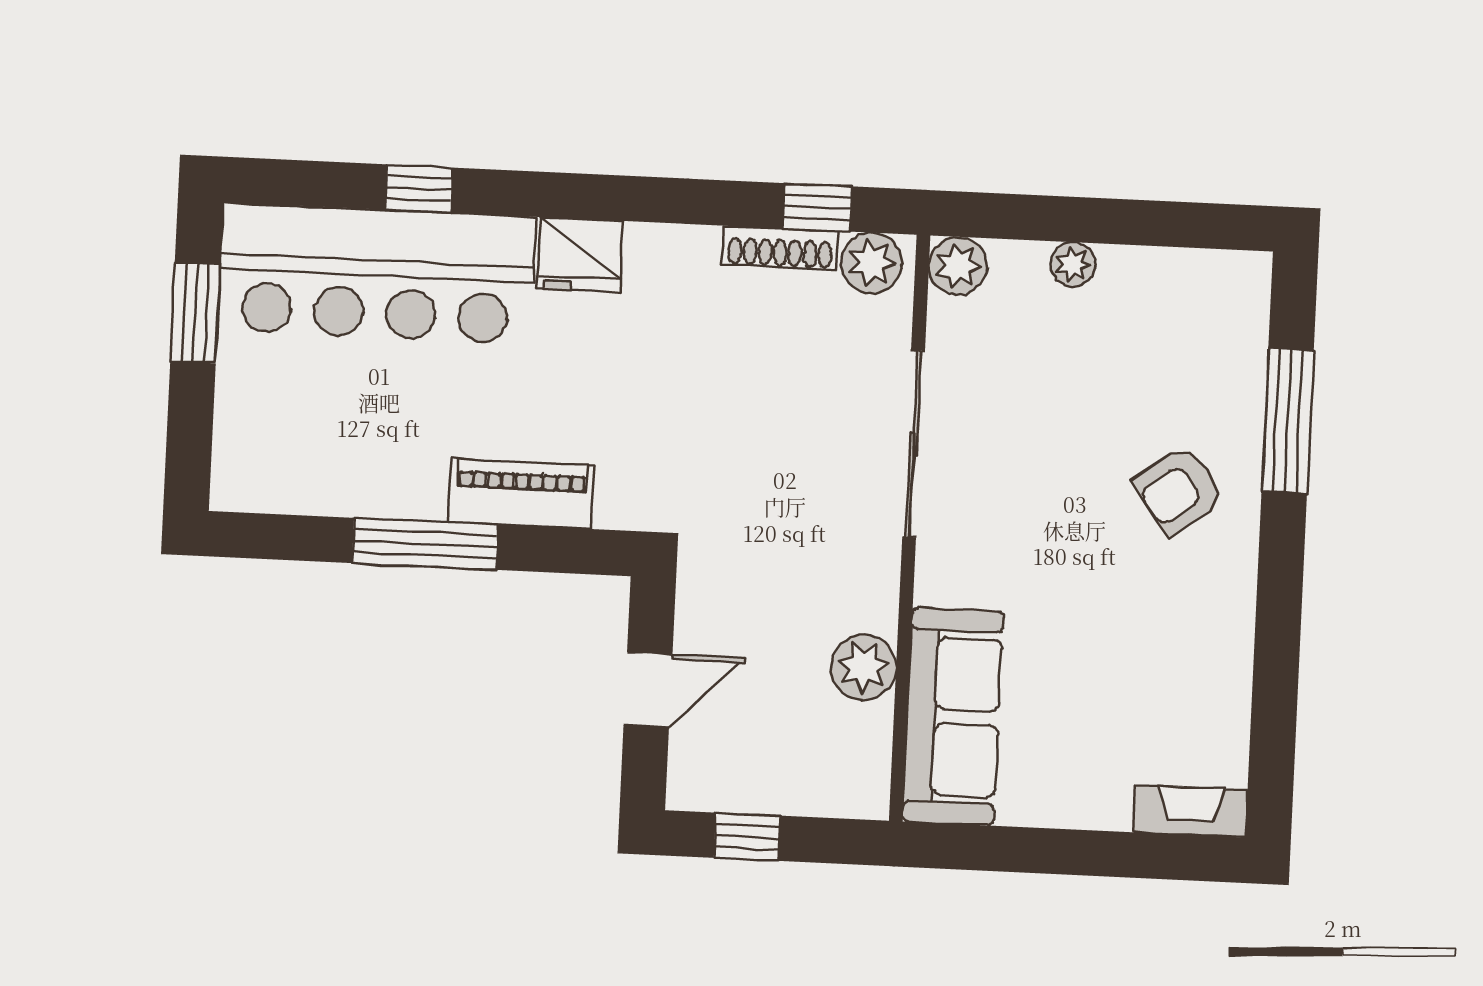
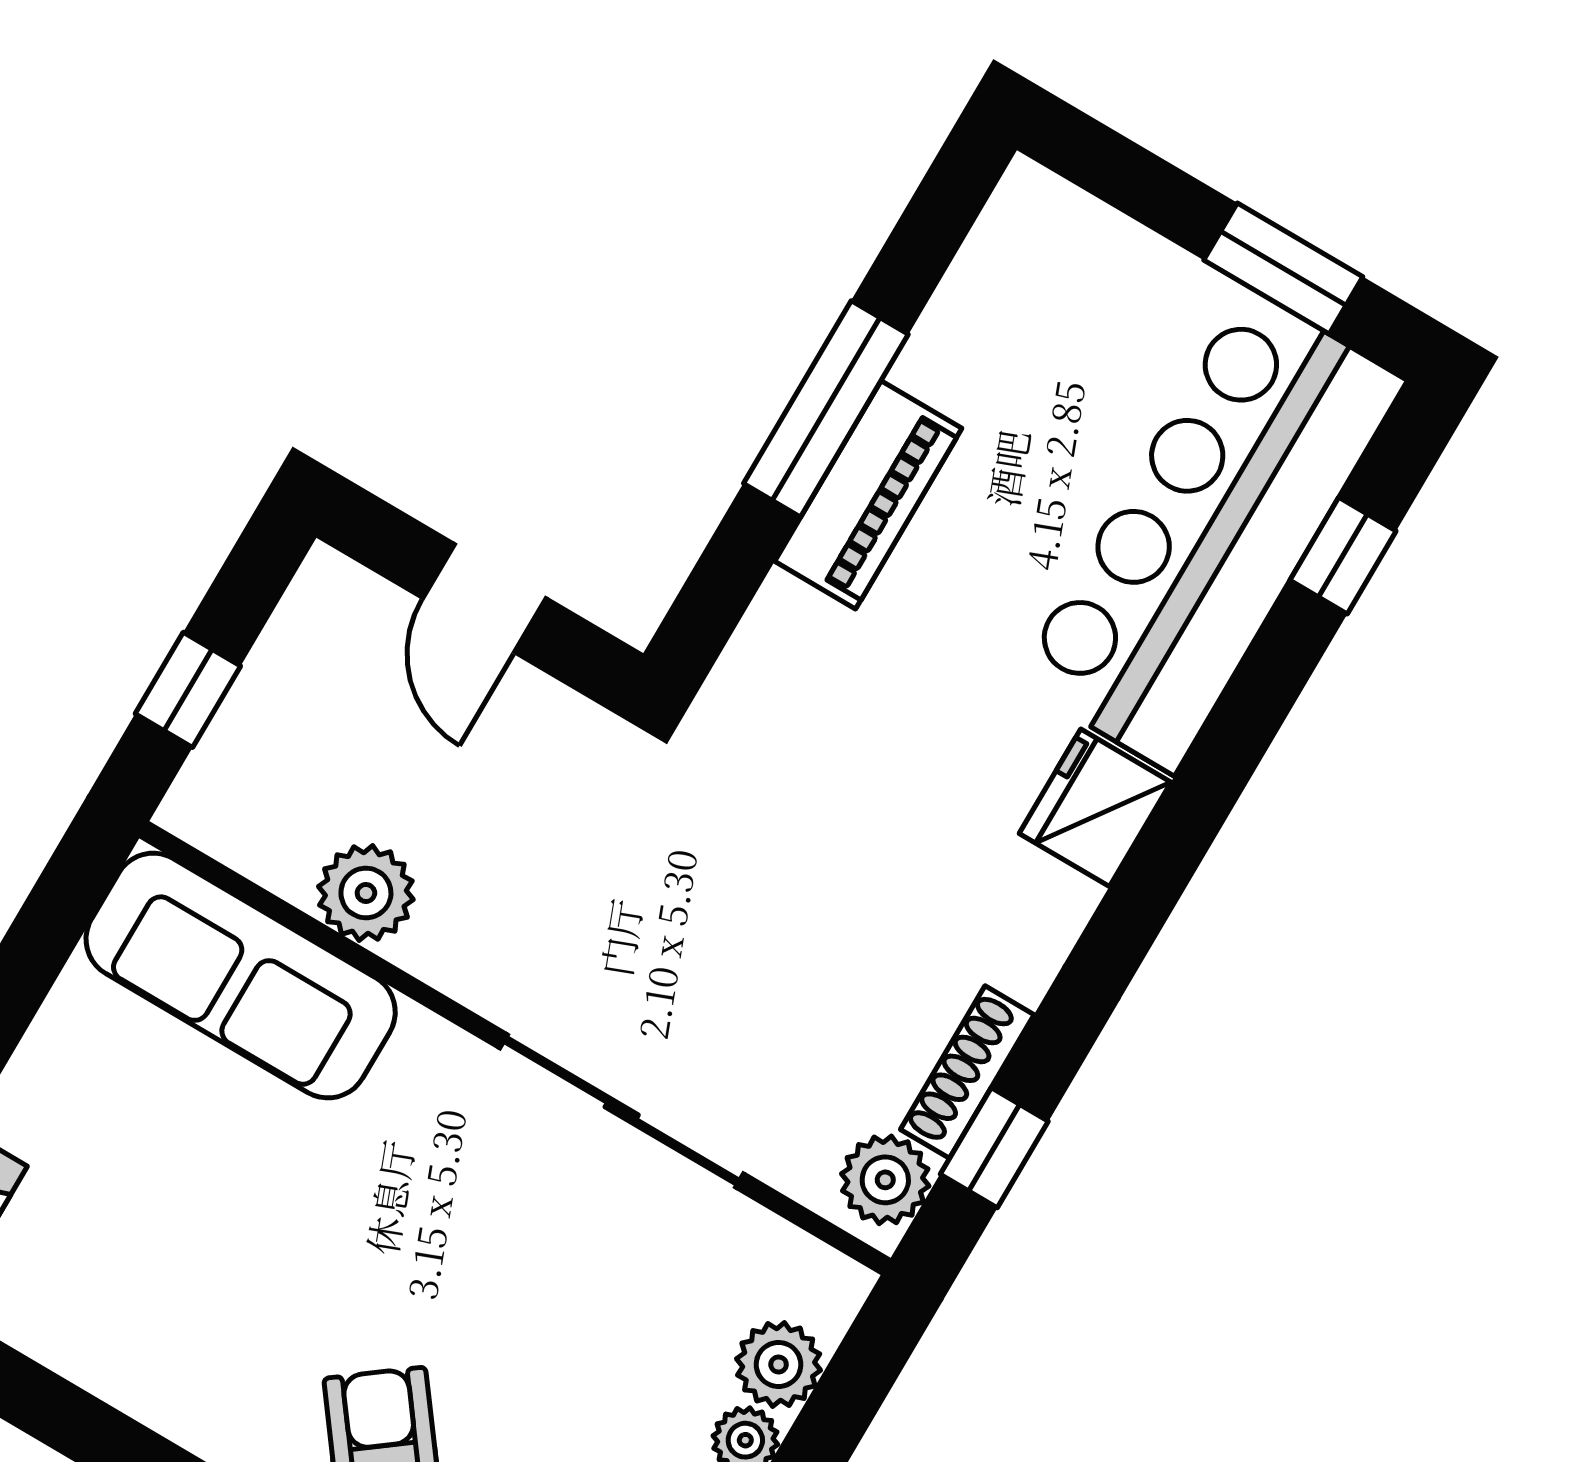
window: (419, 189) -> (1343, 556), moved
plant: (958, 266) -> (779, 1365), moved
piano: (521, 494) -> (868, 495), moved
window: (747, 837) -> (188, 690), moved

